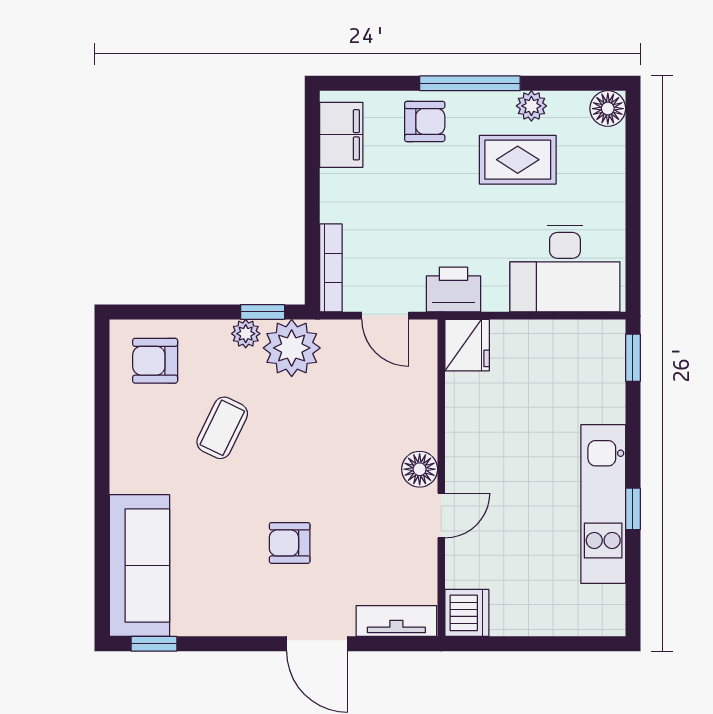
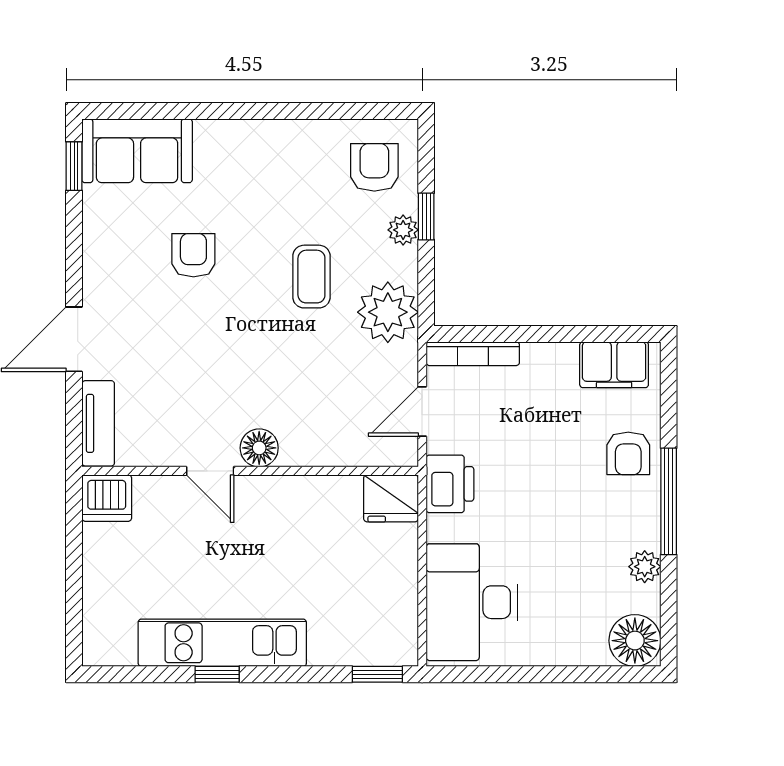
floor lamp: (608, 109) -> (635, 641), width x1.38, depth x1.38
rug: (518, 160) -> (588, 552), removed
window: (263, 312) -> (426, 216), moved
plant: (246, 334) -> (403, 230), moved
coffee table: (222, 428) -> (311, 277), moved, turned 64
armchair: (290, 543) -> (193, 255), moved
sofa: (140, 566) -> (137, 151), width x0.73

